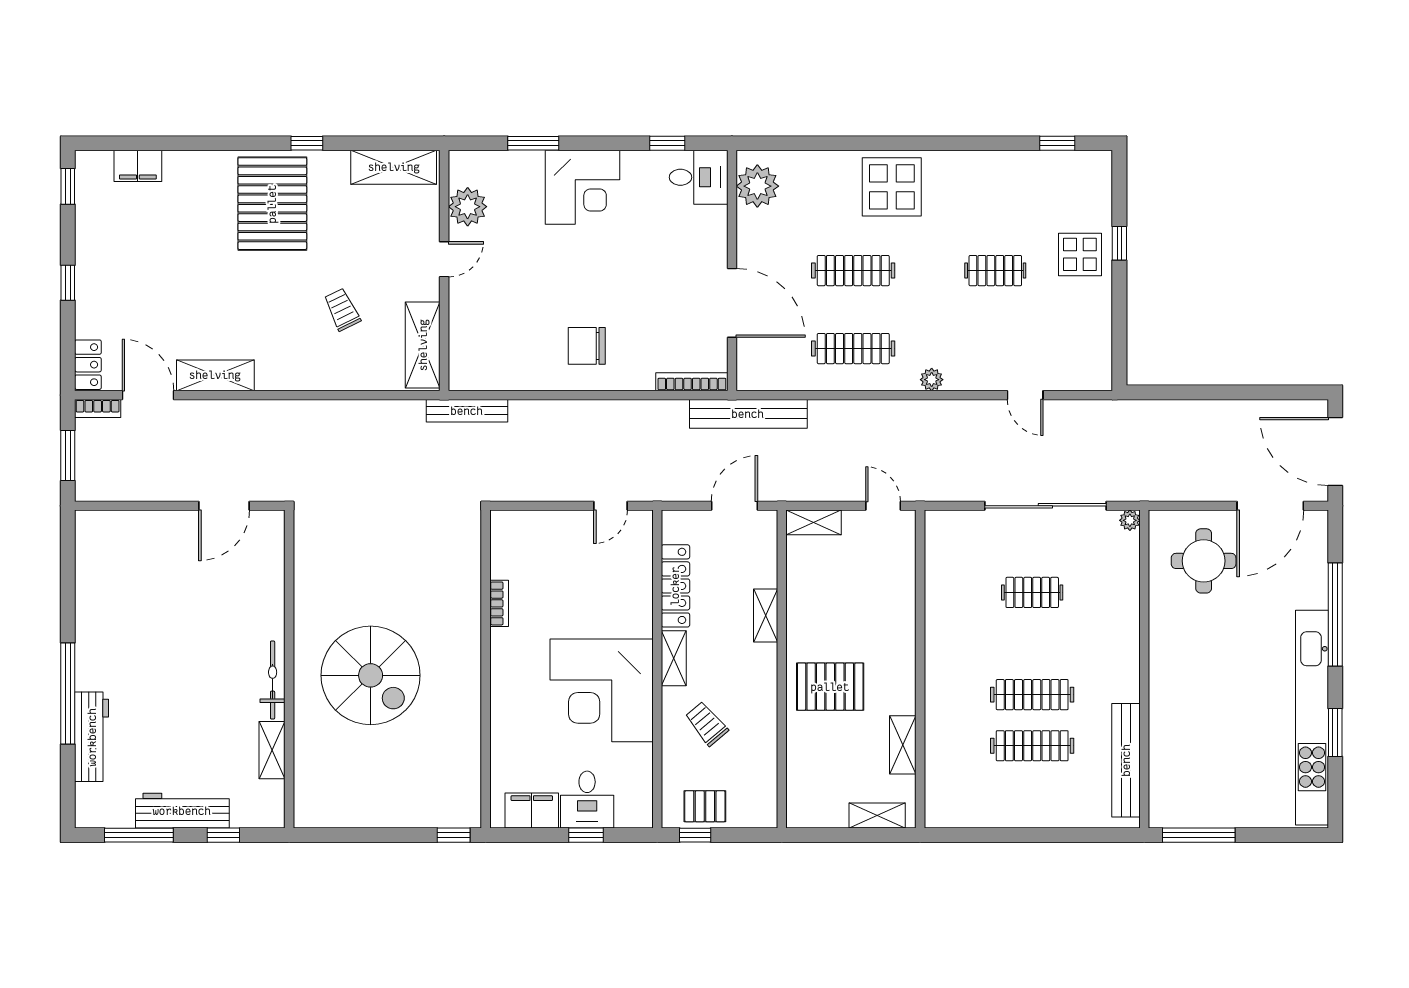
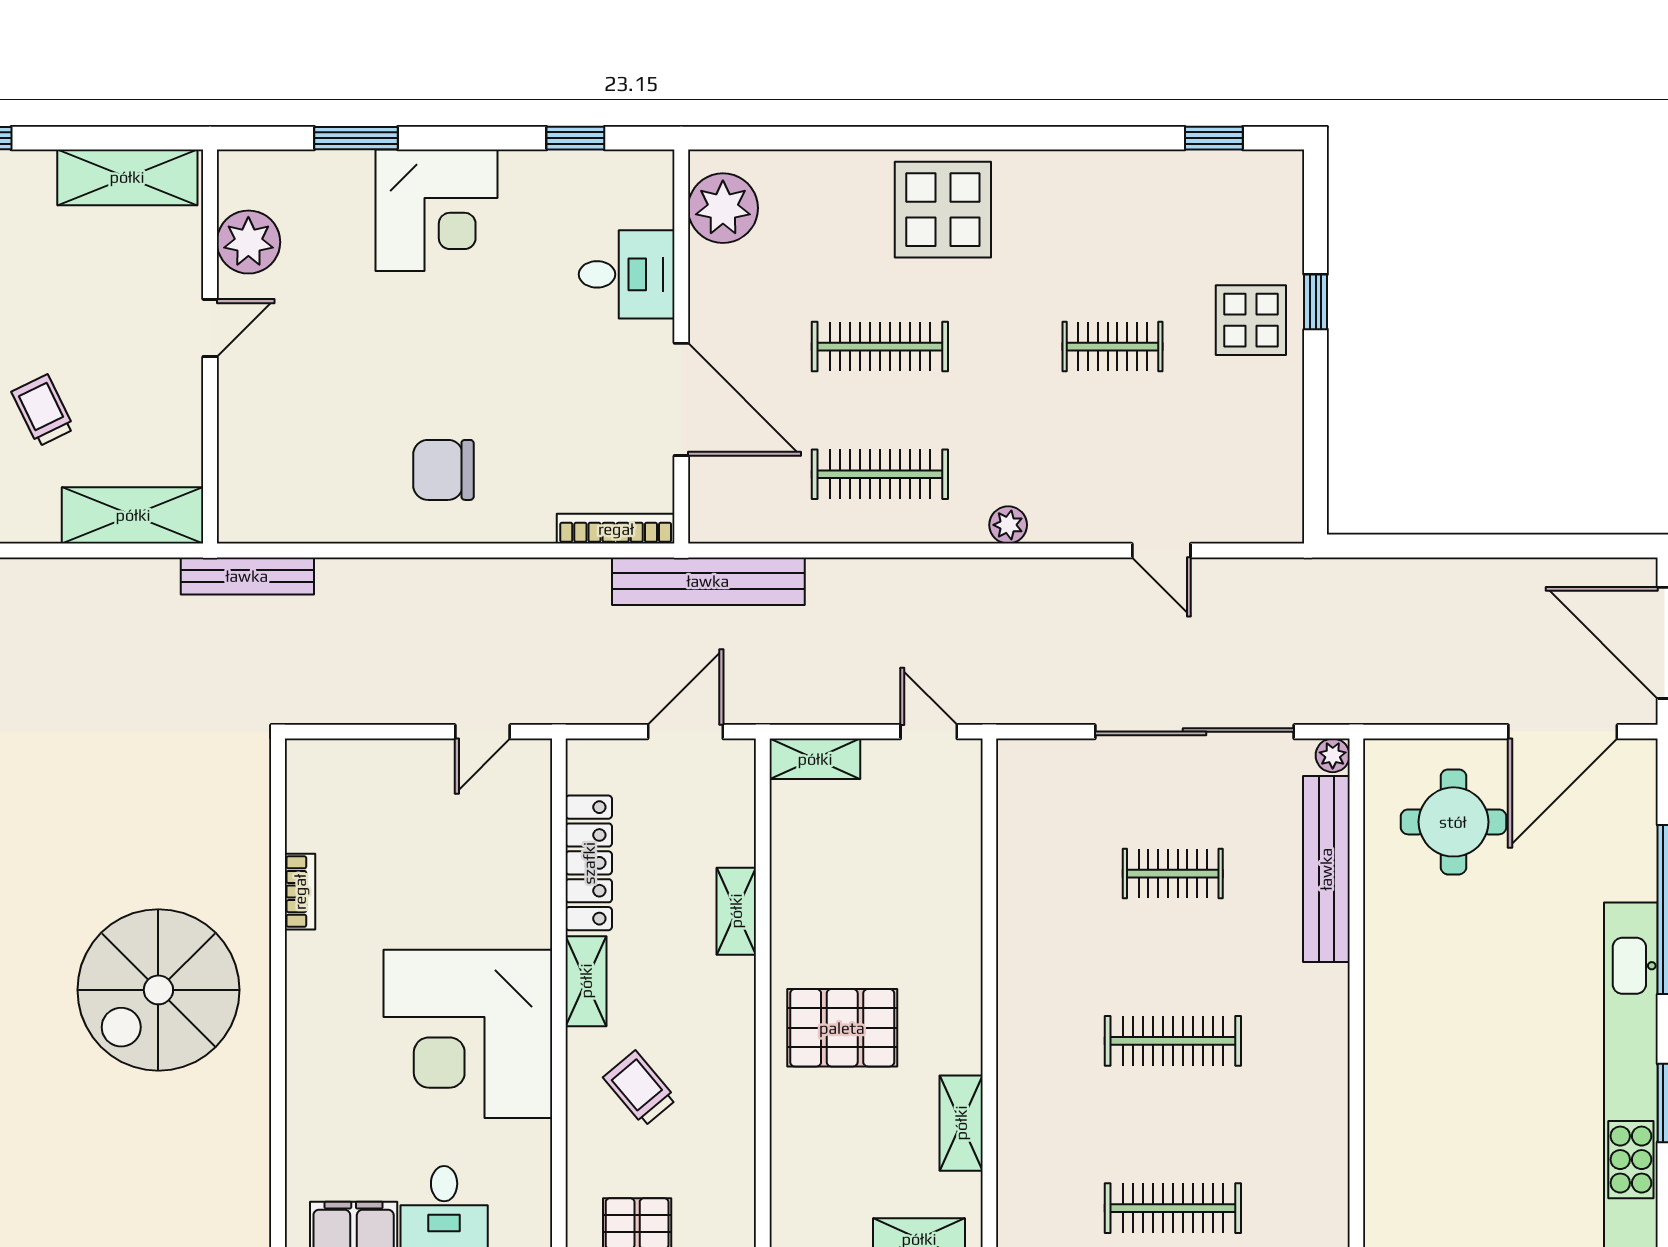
desk: (699, 177) -> (627, 274), moved
shelving: (423, 345) -> (133, 515), moved, turned 90
spiral stairs: (371, 675) -> (158, 990), moved, turned 90
clothes rail: (1032, 746) -> (1173, 1208), moved
bench: (1126, 760) -> (1326, 869), moved

